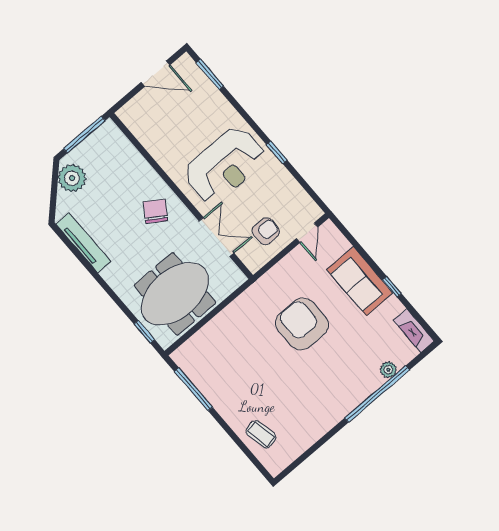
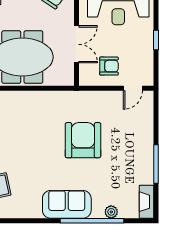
window: (277, 152) -> (156, 40), moved
sofa: (360, 281) -> (67, 204), moved, turned 90
window: (392, 287) -> (156, 164), width x2.17

